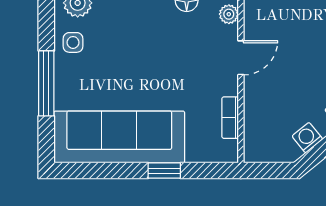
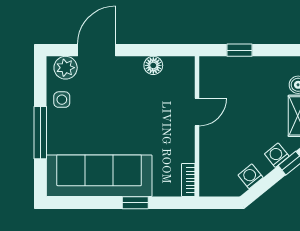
plant: (229, 14) -> (187, 77), removed
bookcase: (230, 118) -> (188, 180), moved

